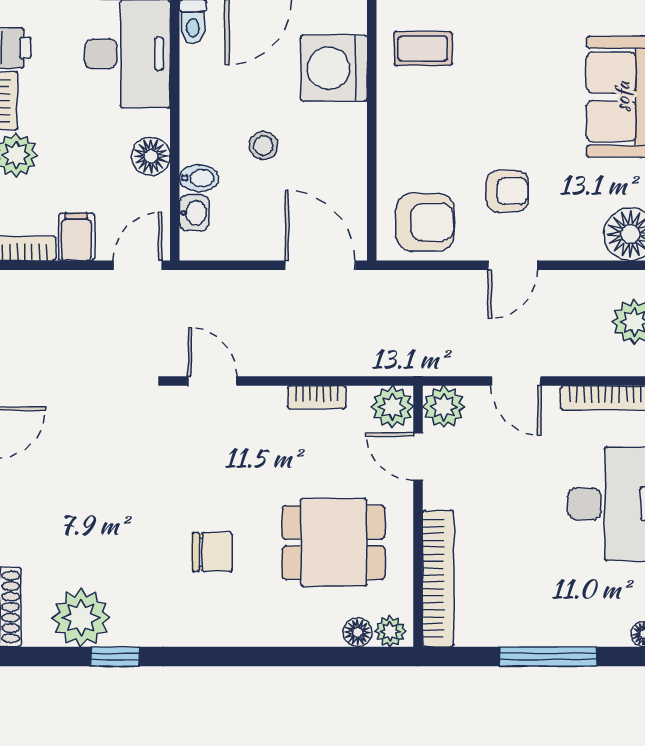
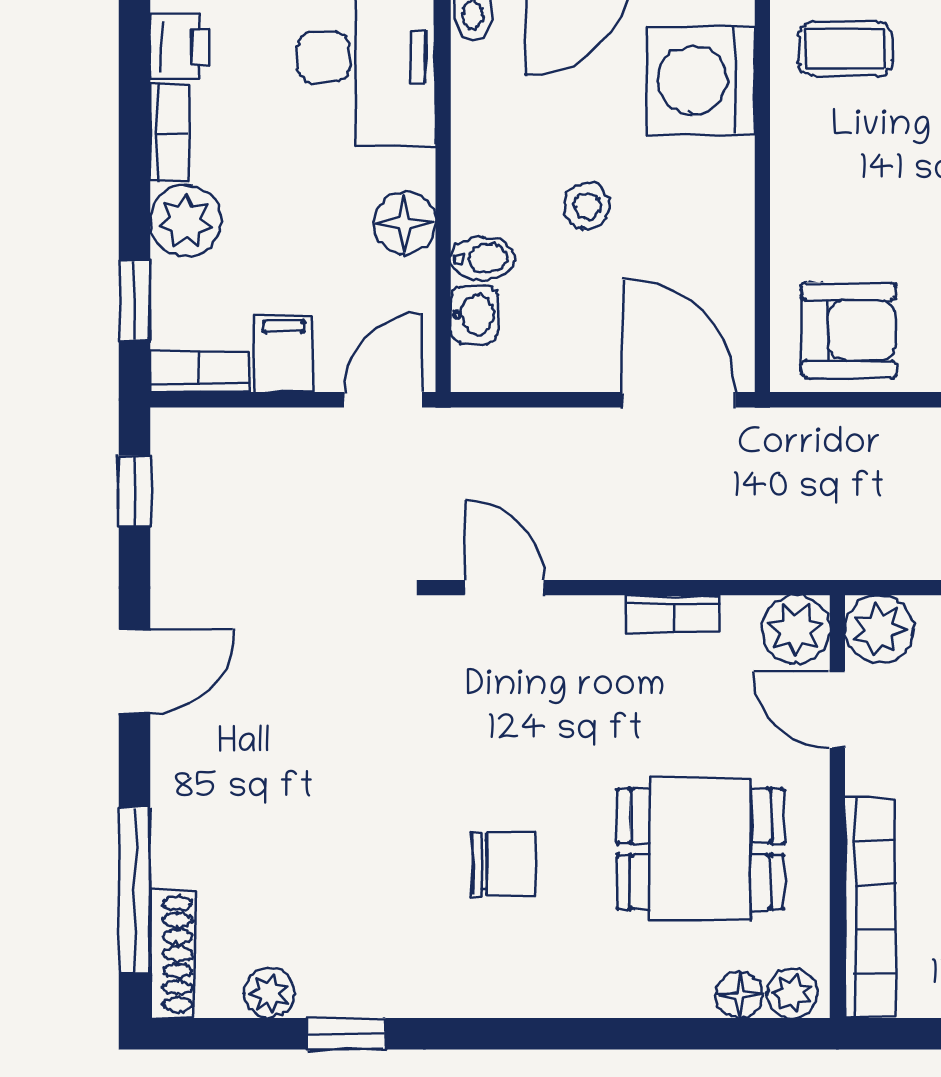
plant: (81, 618) -> (269, 993), width x0.53, depth x0.53

